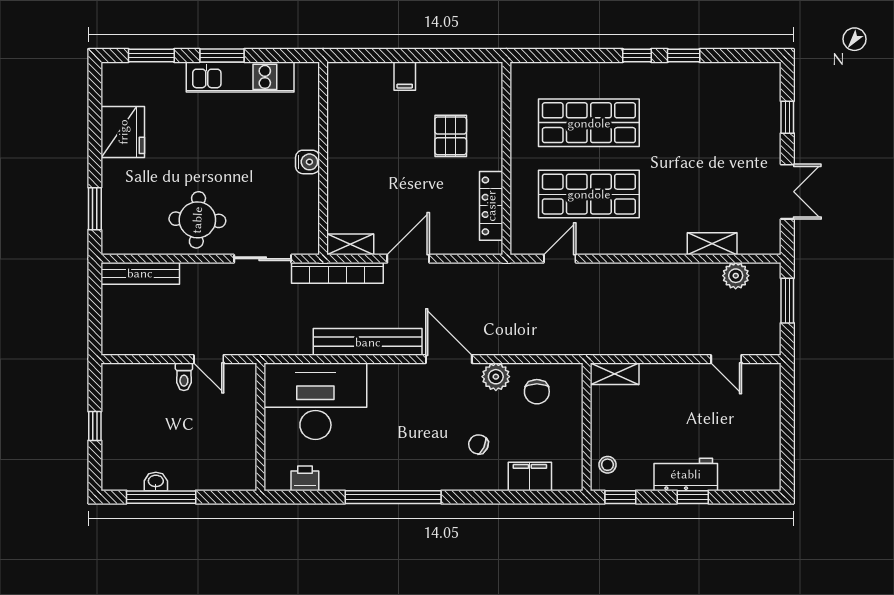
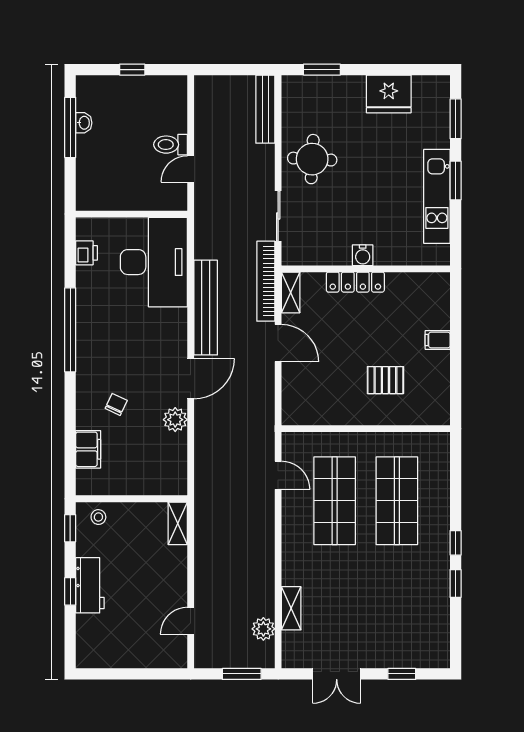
locker: (491, 206) -> (355, 282), moved, turned 180
toilet: (184, 377) -> (170, 145), width x1.37, depth x1.39
chair: (537, 392) -> (162, 455), removed

